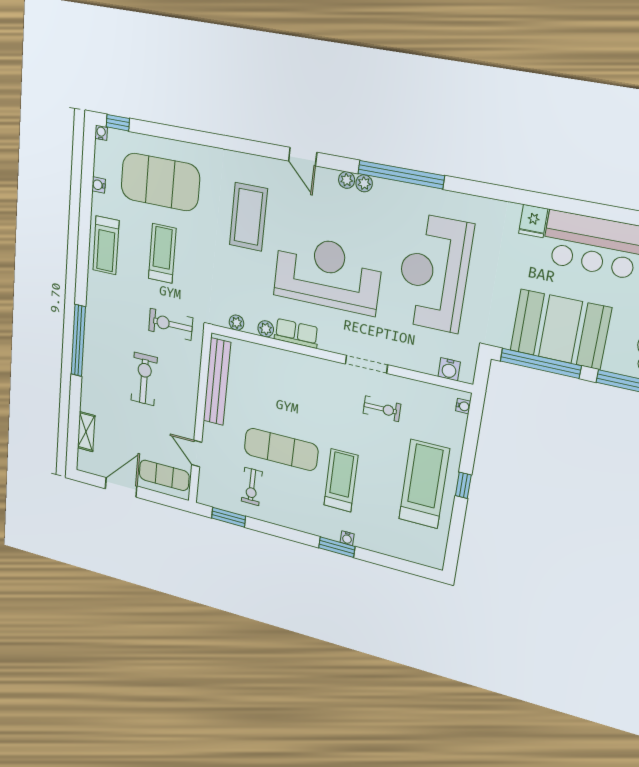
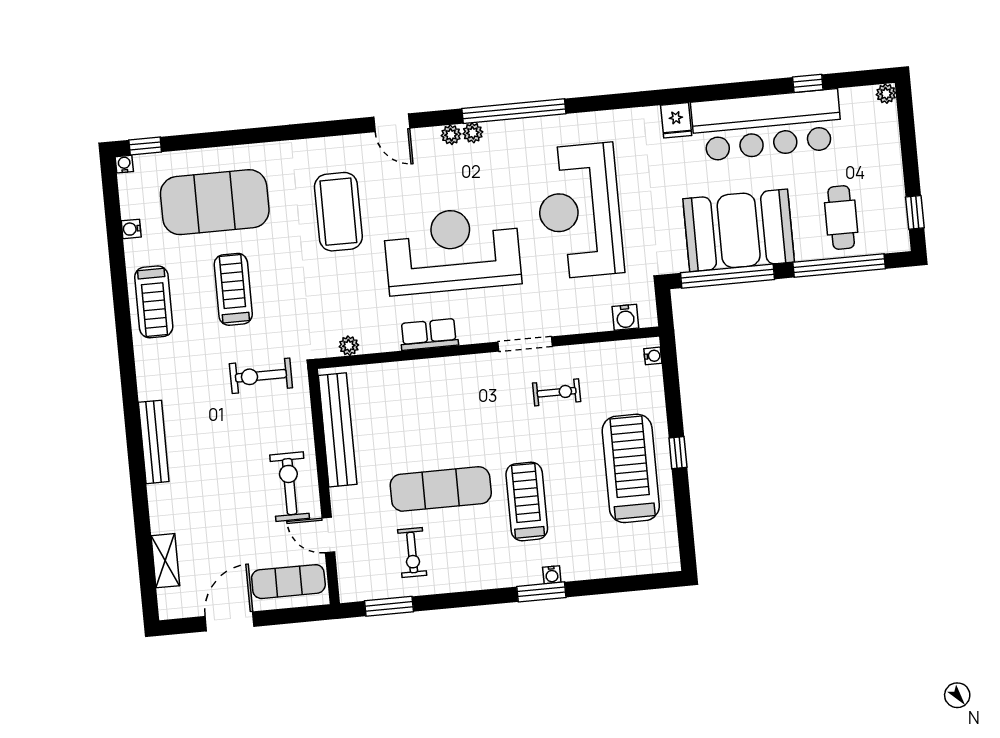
plant: (266, 329) -> (389, 341), removed
window: (78, 341) -> (134, 439), removed
bench: (91, 347) -> (154, 442), added
exercise bike: (144, 379) -> (290, 487), moved

